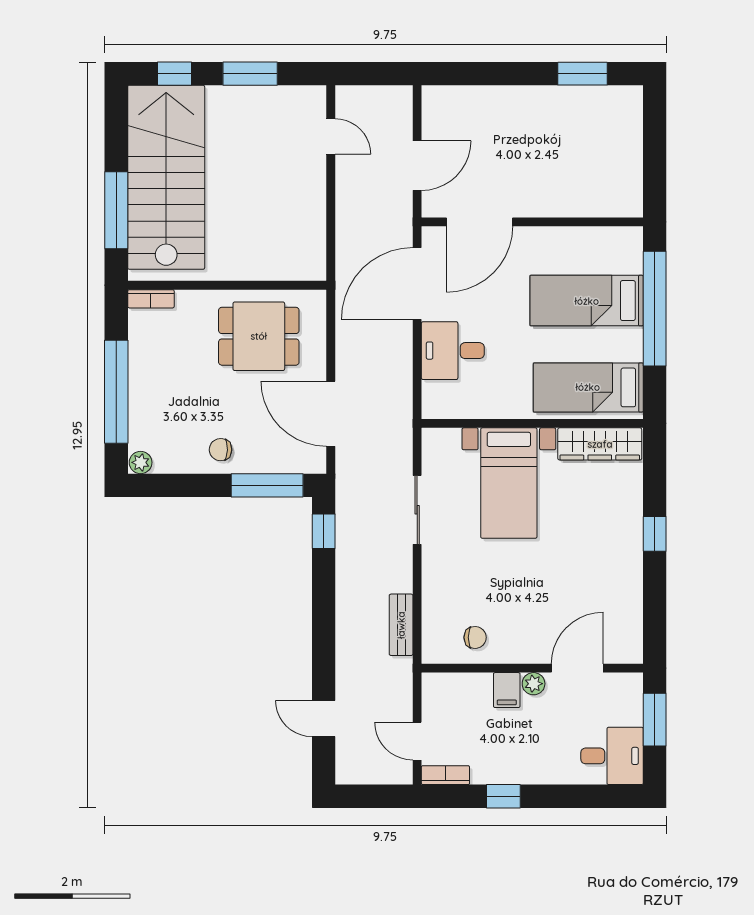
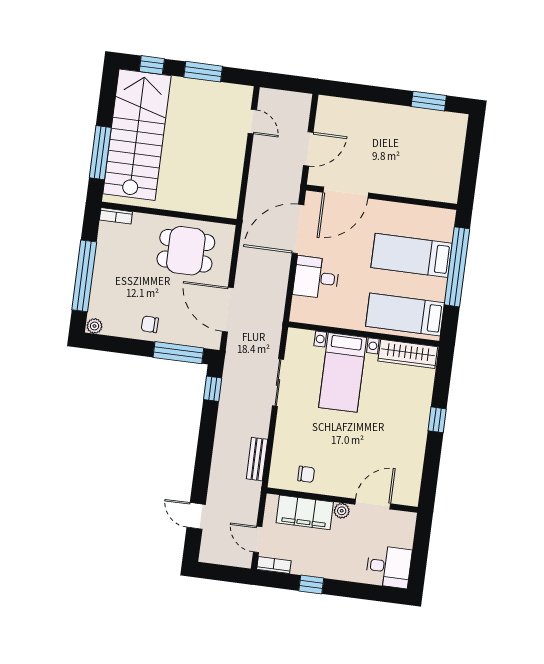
filing cabinet: (507, 690) -> (305, 512), width x3.00, depth x1.17
window: (655, 720) -> (421, 546), removed

